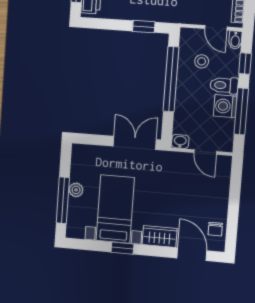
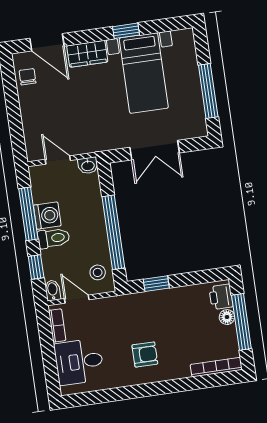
stool: (202, 61) -> (98, 272), moved
double door: (135, 143) -> (155, 150), moved
plant: (76, 190) -> (193, 84), removed
window: (63, 200) -> (208, 91), moved

